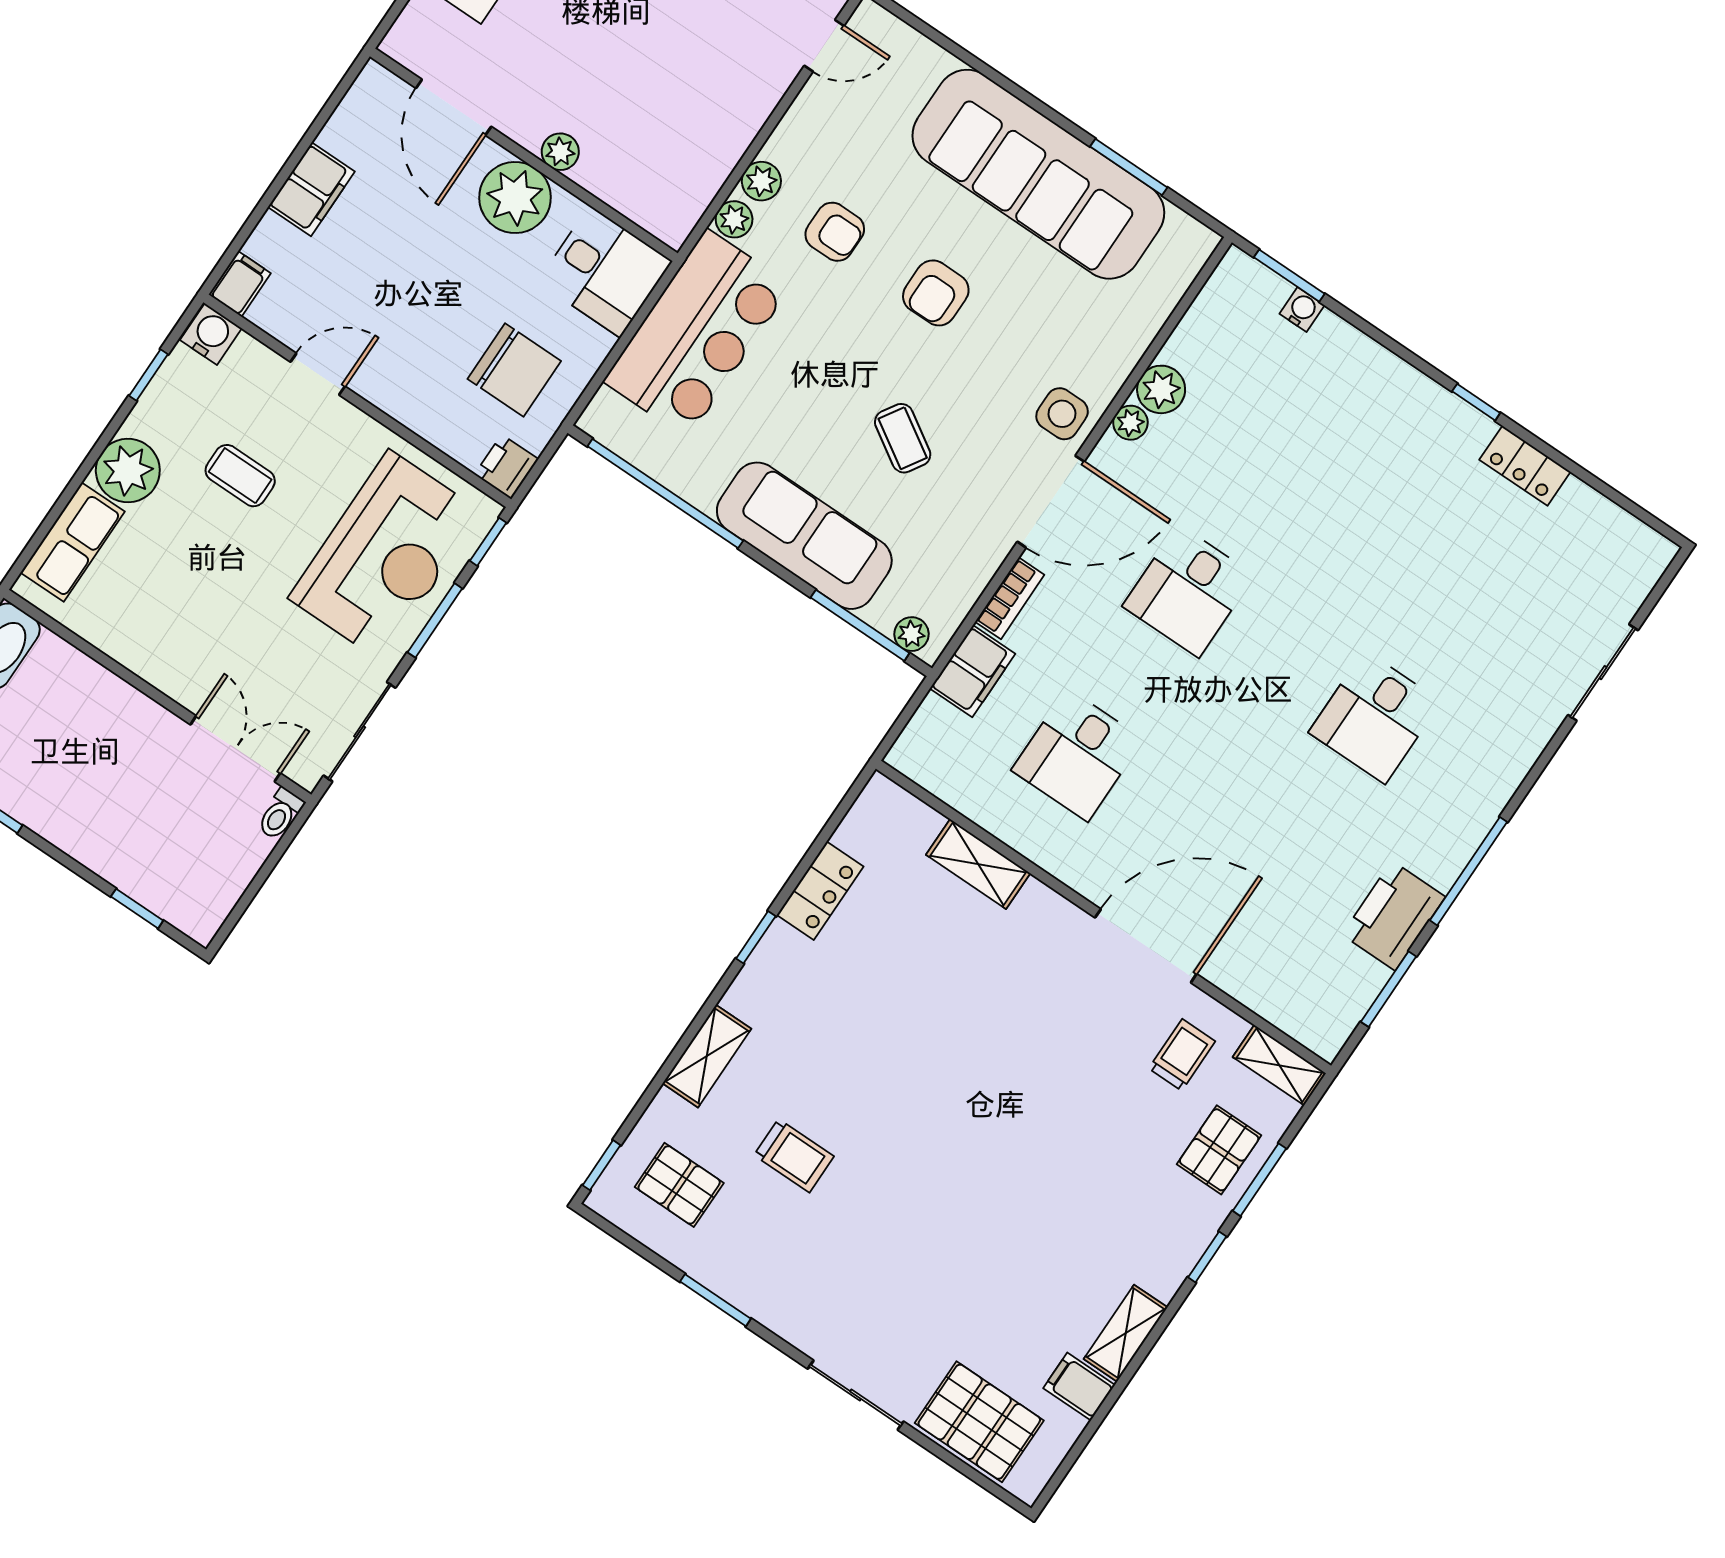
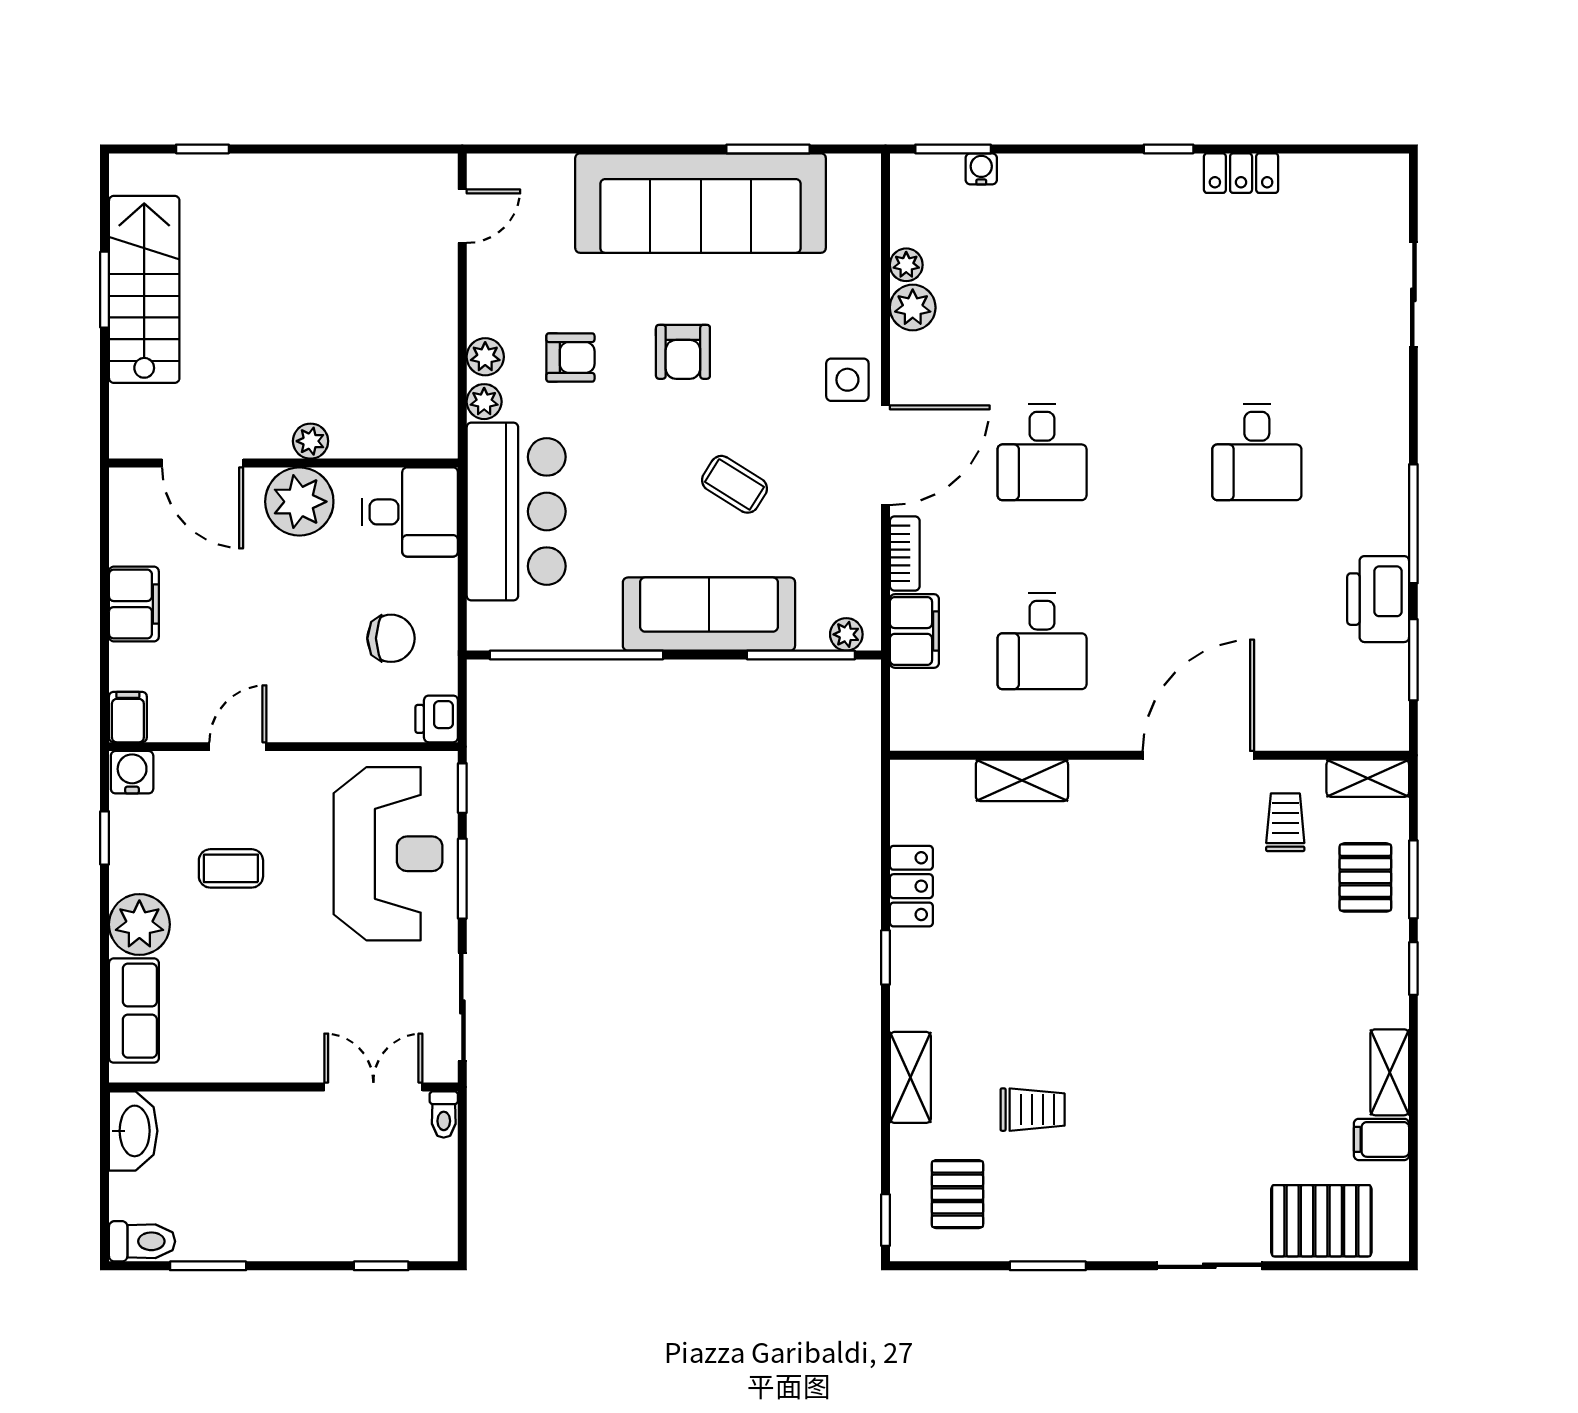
chair: (514, 370) -> (391, 638), width x0.73, depth x0.73
plant: (1130, 423) -> (906, 265), moved
pallet: (679, 1185) -> (957, 1194), turned 90

